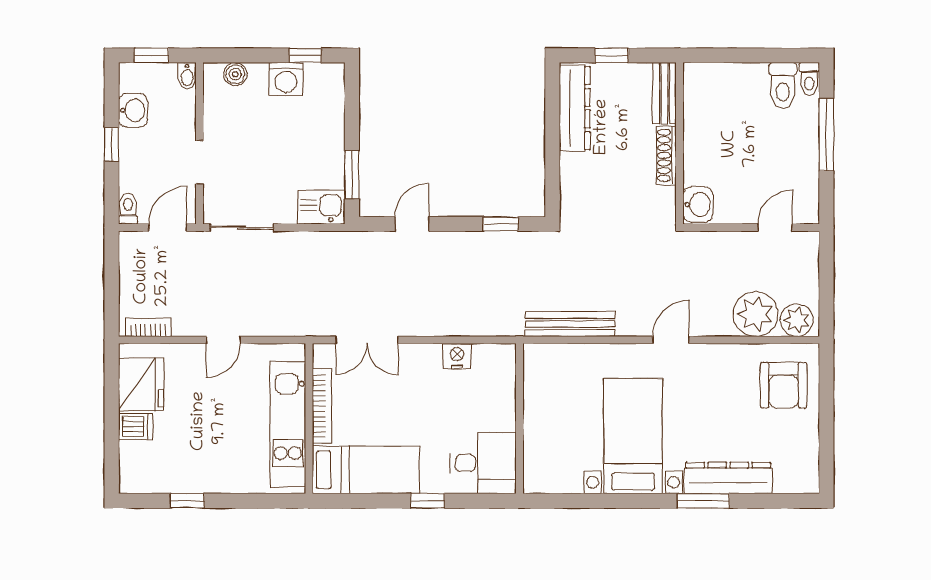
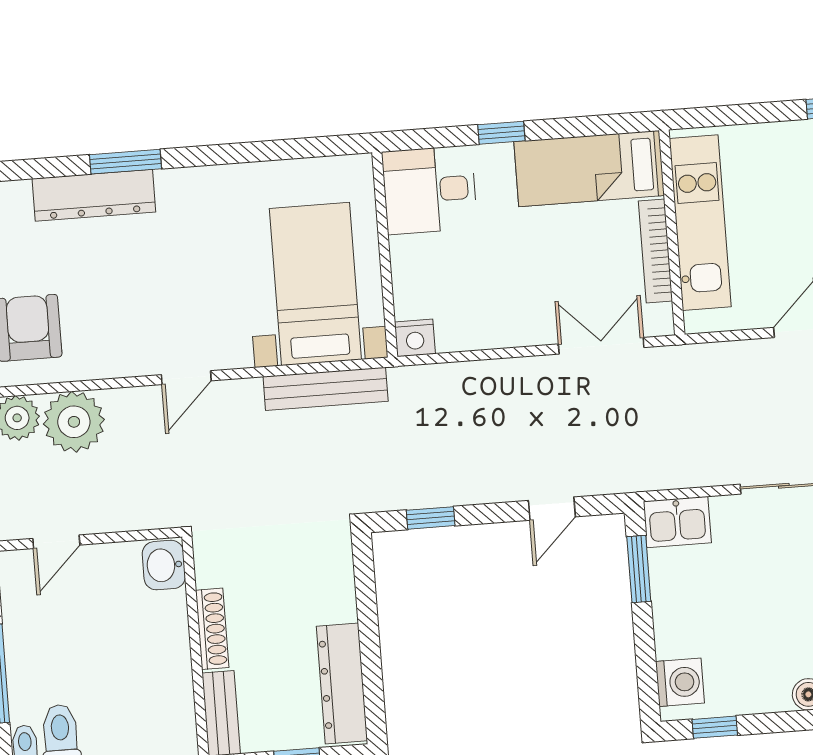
washing machine: (286, 79) -> (680, 682), moved, turned 90
nightstand: (457, 356) -> (415, 338), moved
bed with nightstands: (633, 436) -> (315, 284), moved, turned 180

